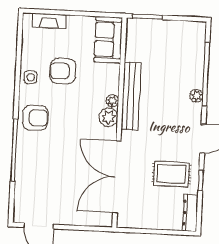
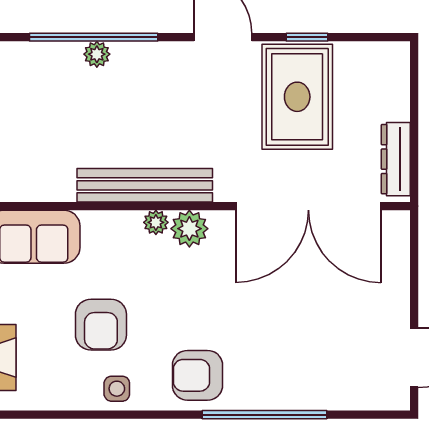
plant: (196, 96) -> (97, 54), moved
armchair: (35, 118) -> (197, 375), turned -90
rug: (171, 174) -> (297, 97), width x1.36, depth x1.43
dresser: (190, 213) -> (396, 159), moved, turned 90

